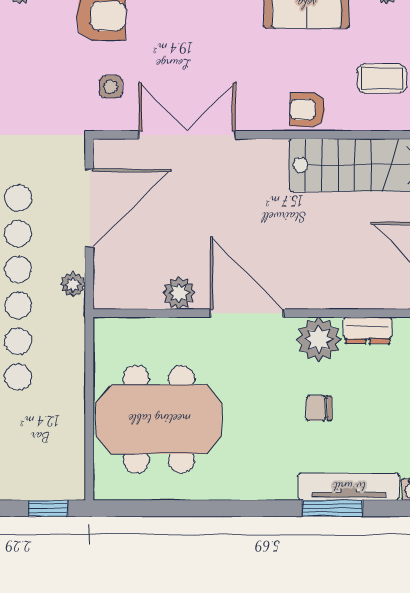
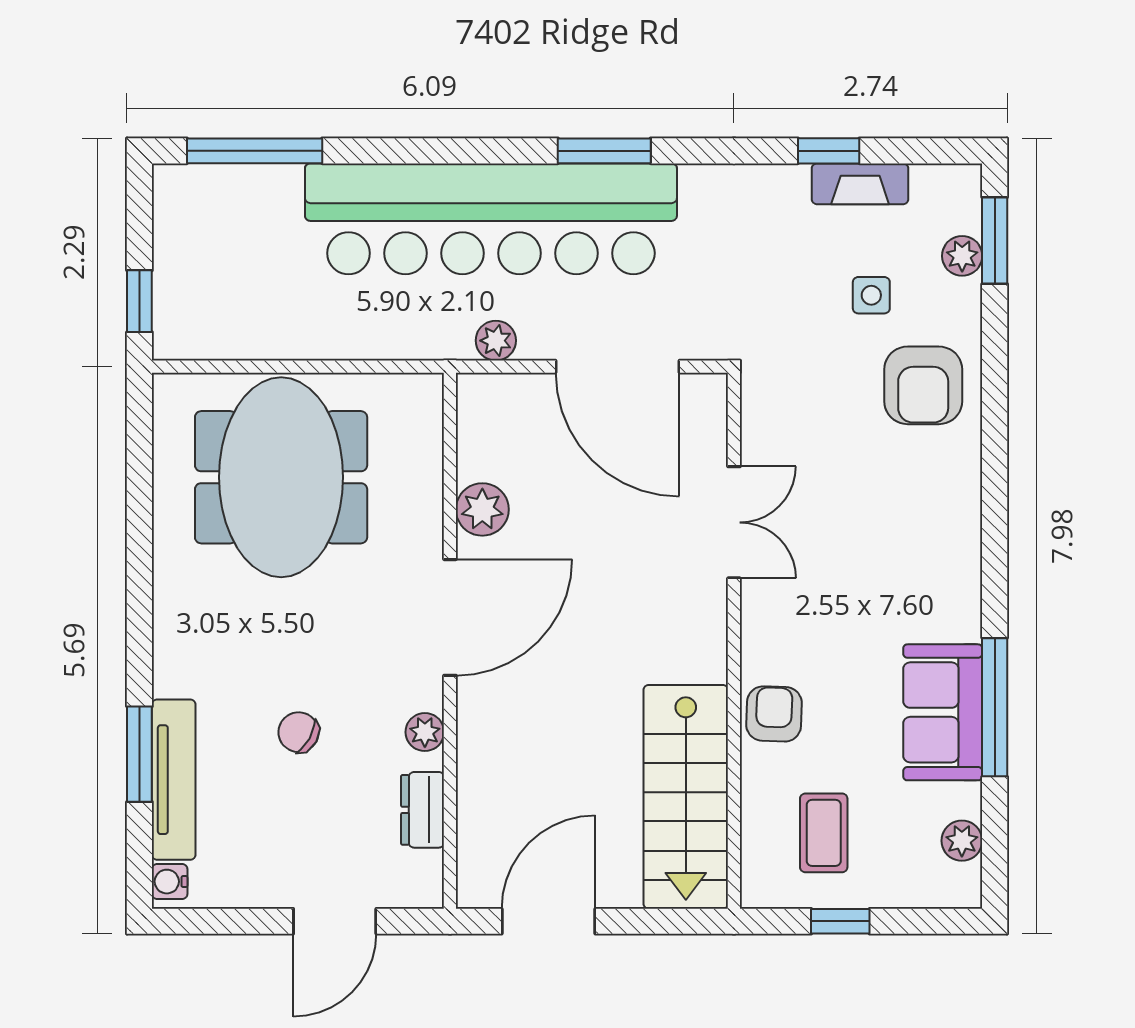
side table: (111, 87) -> (871, 295), moved
double door: (187, 135) -> (734, 522), width x0.73
plant: (319, 339) -> (425, 732), width x0.53, depth x0.53
chair: (319, 408) -> (299, 732), turned -61

